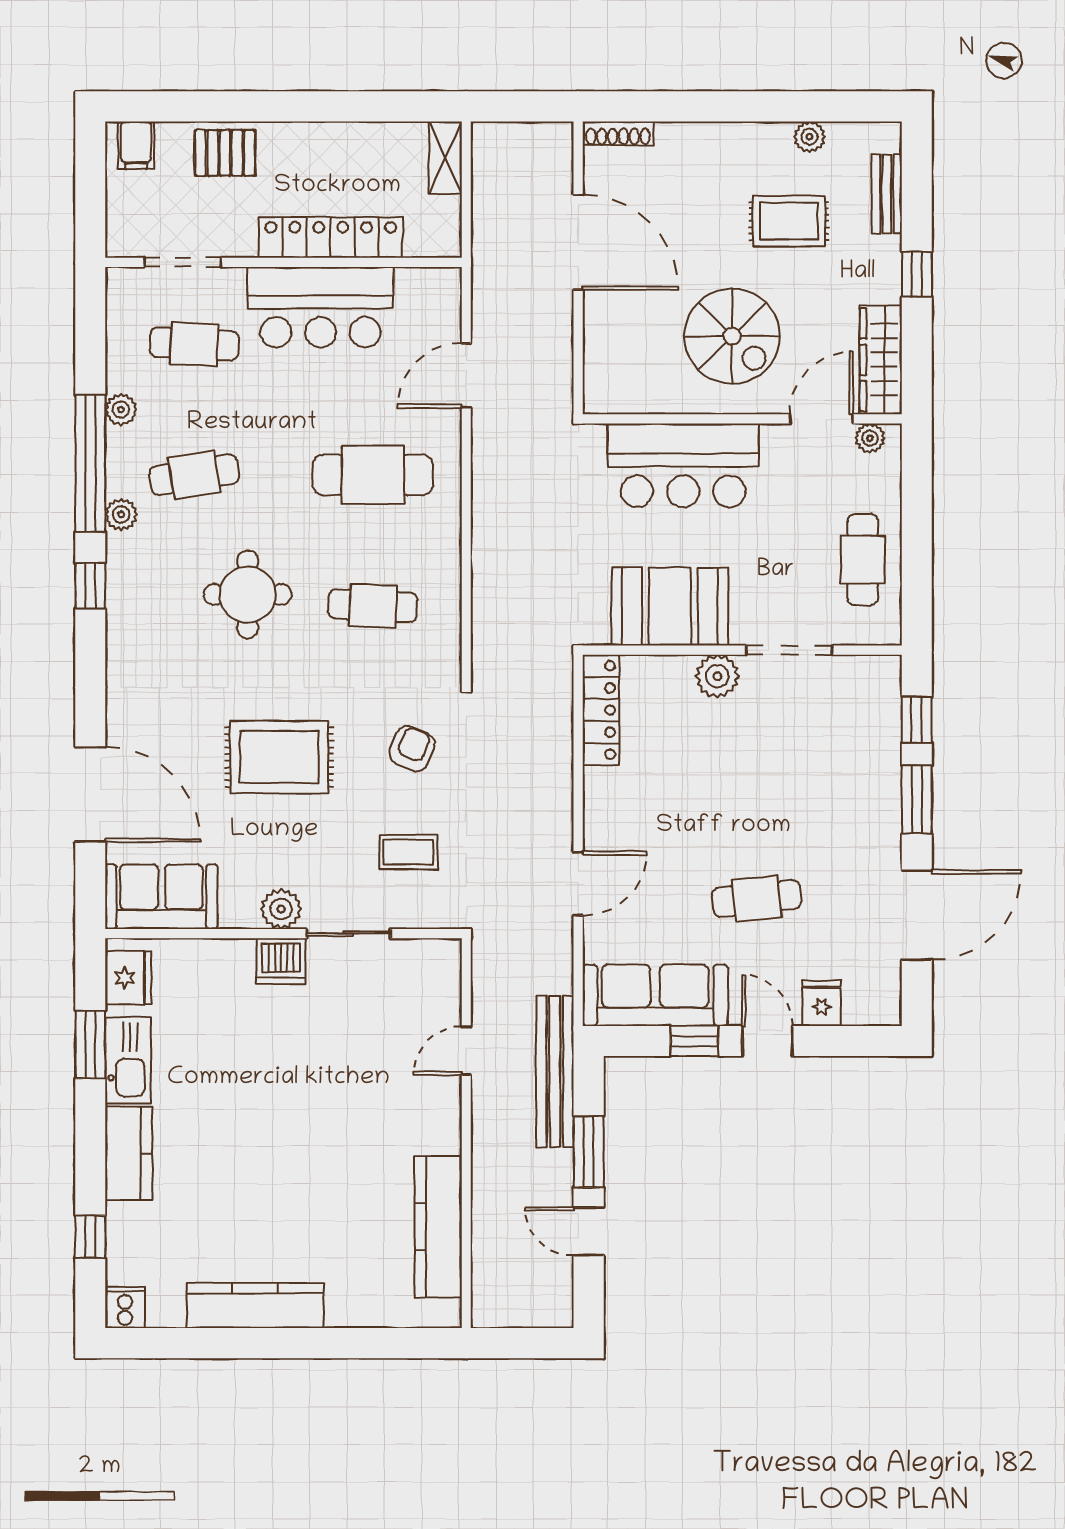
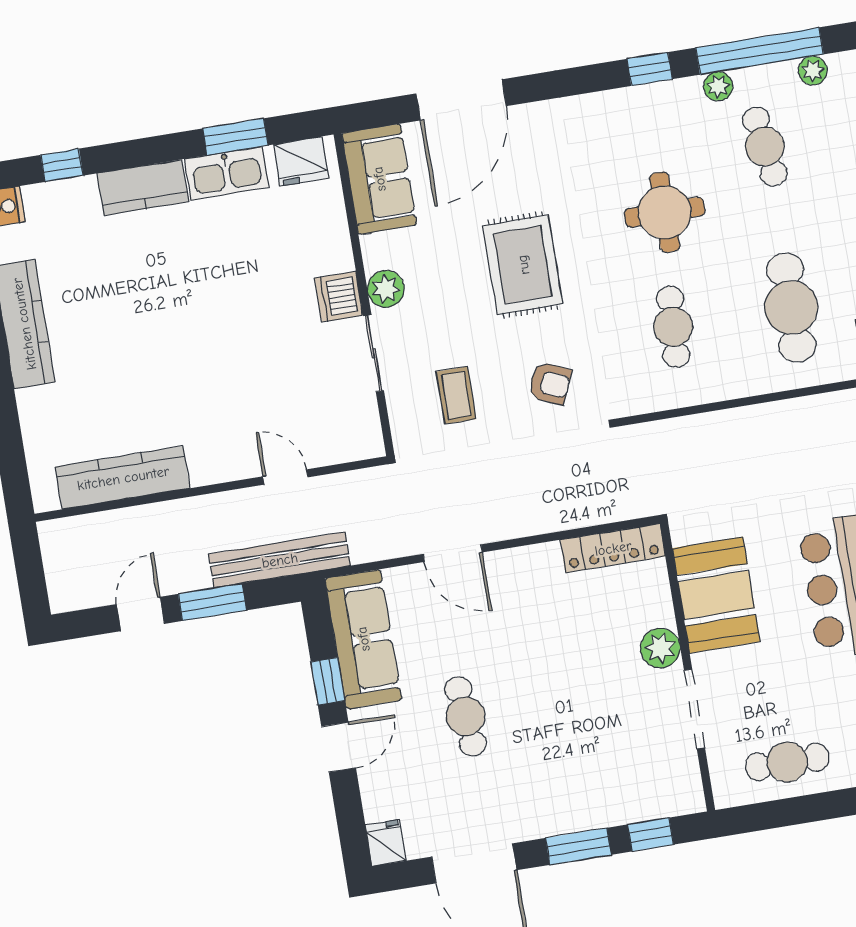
fridge: (822, 1003) -> (386, 843), moved, turned -90

